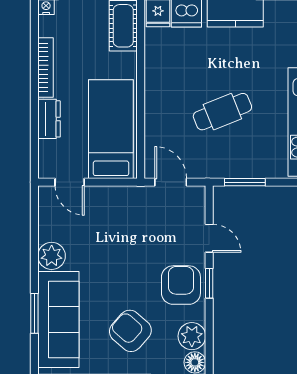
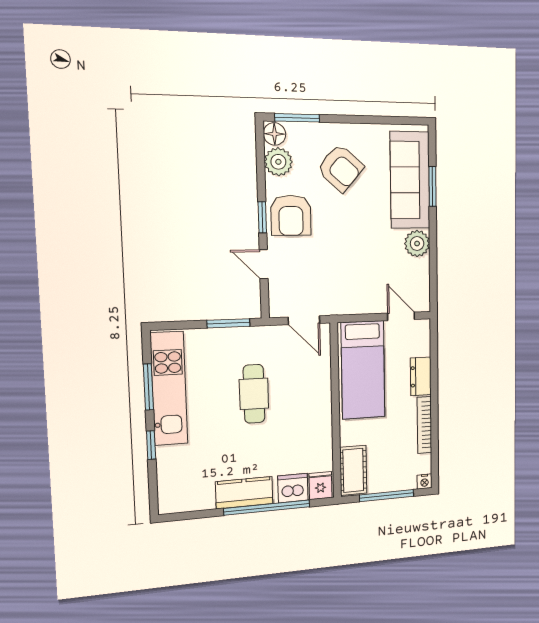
cafe table: (222, 112) -> (254, 394), turned -68

